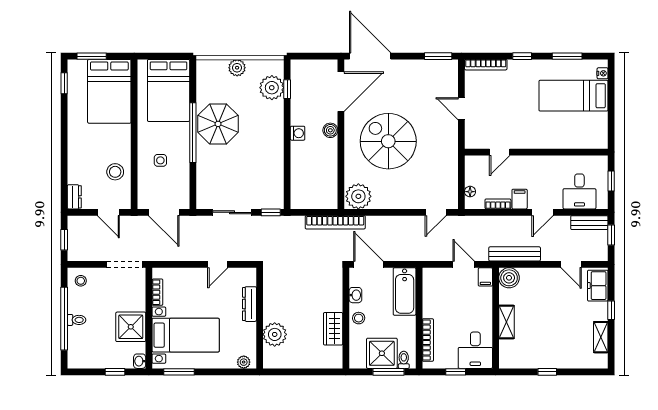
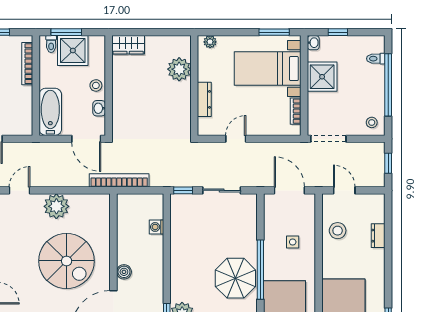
washing machine: (298, 133) -> (156, 227), moved
plant: (358, 196) -> (56, 206), moved
dresser: (74, 197) -> (378, 236), moved
toilet: (77, 320) -> (376, 59), moved
wardrobe: (333, 329) -> (128, 45), moved, turned 90

